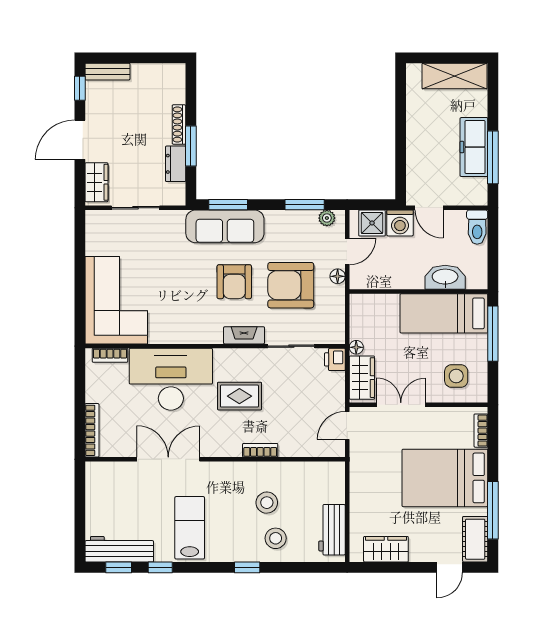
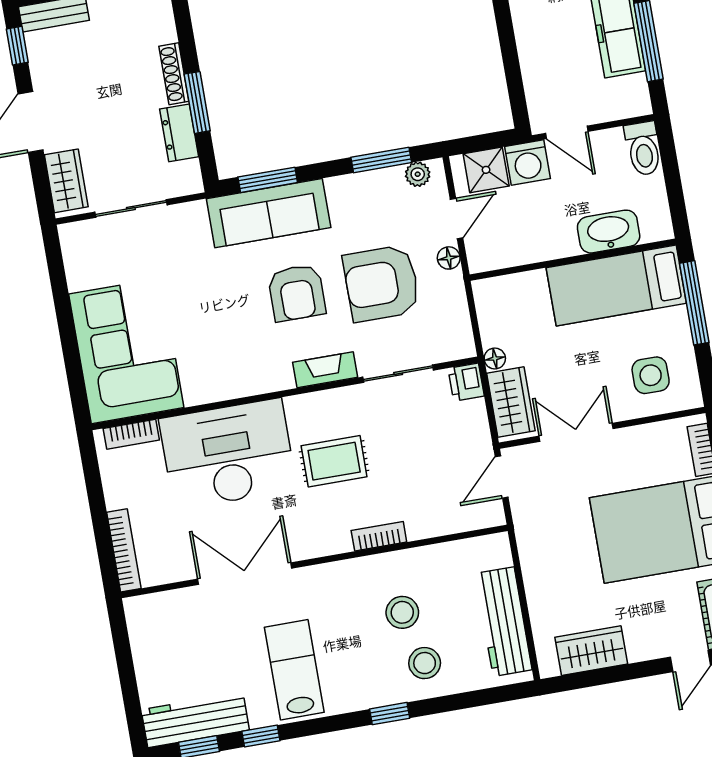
workbench: (332, 530) -> (504, 622), width x1.37

